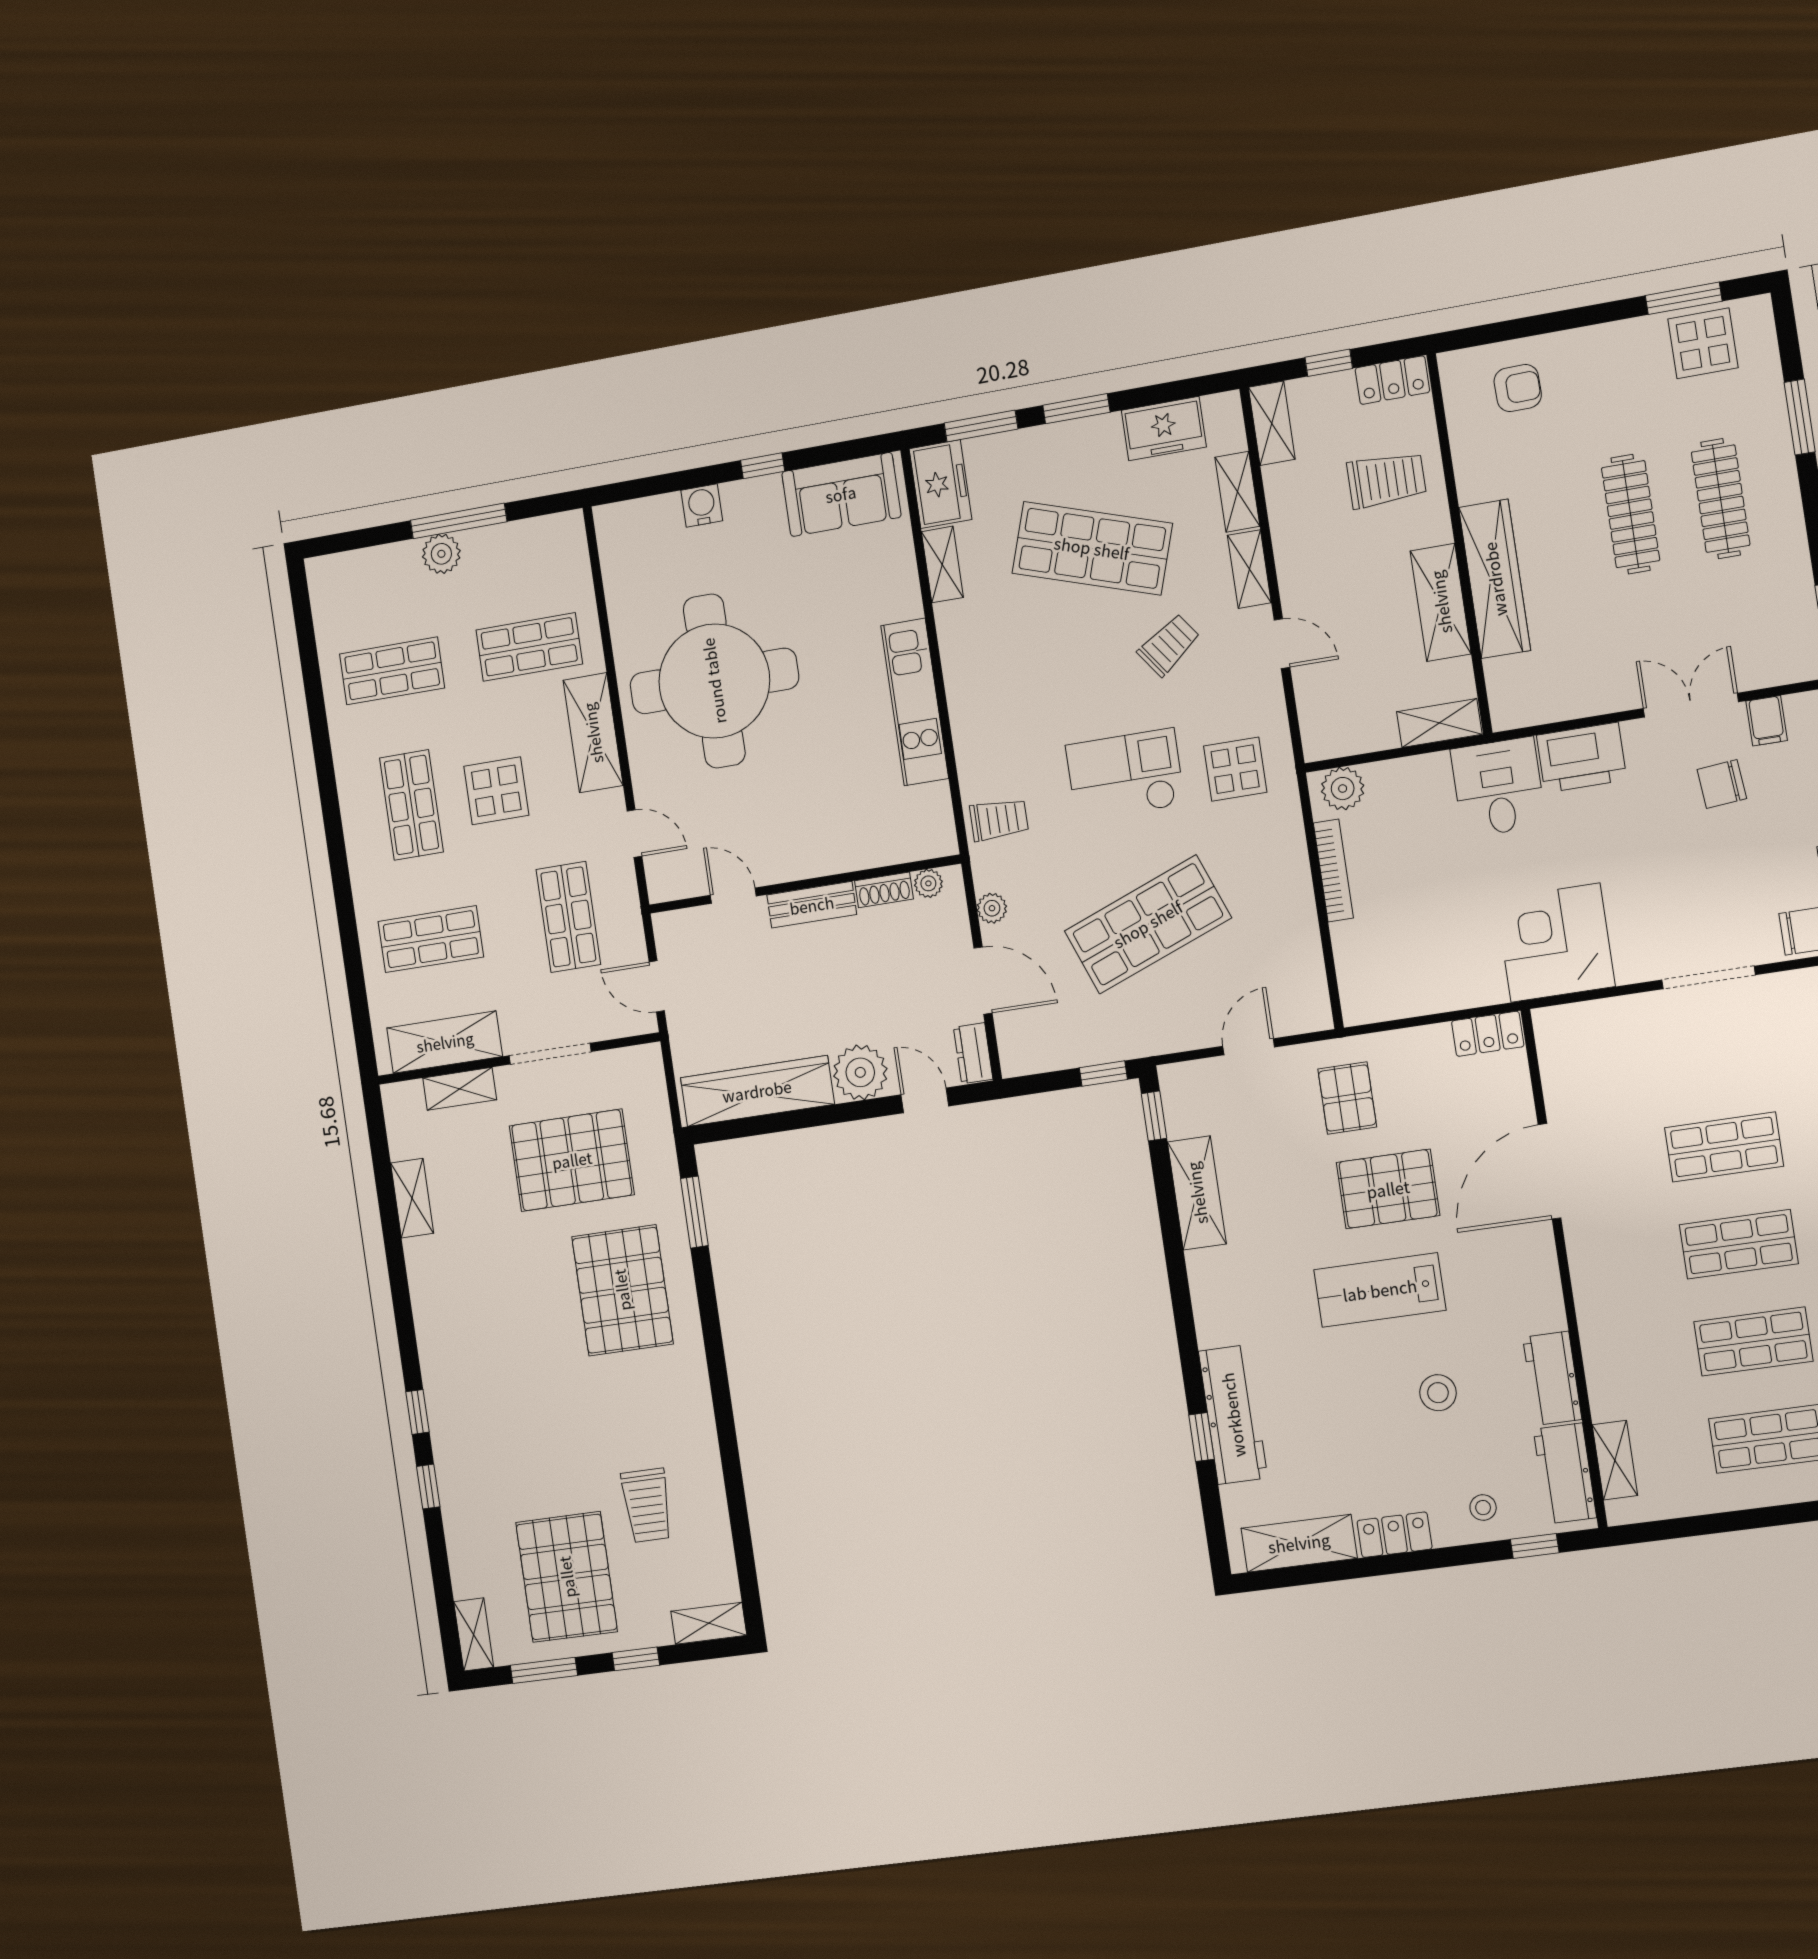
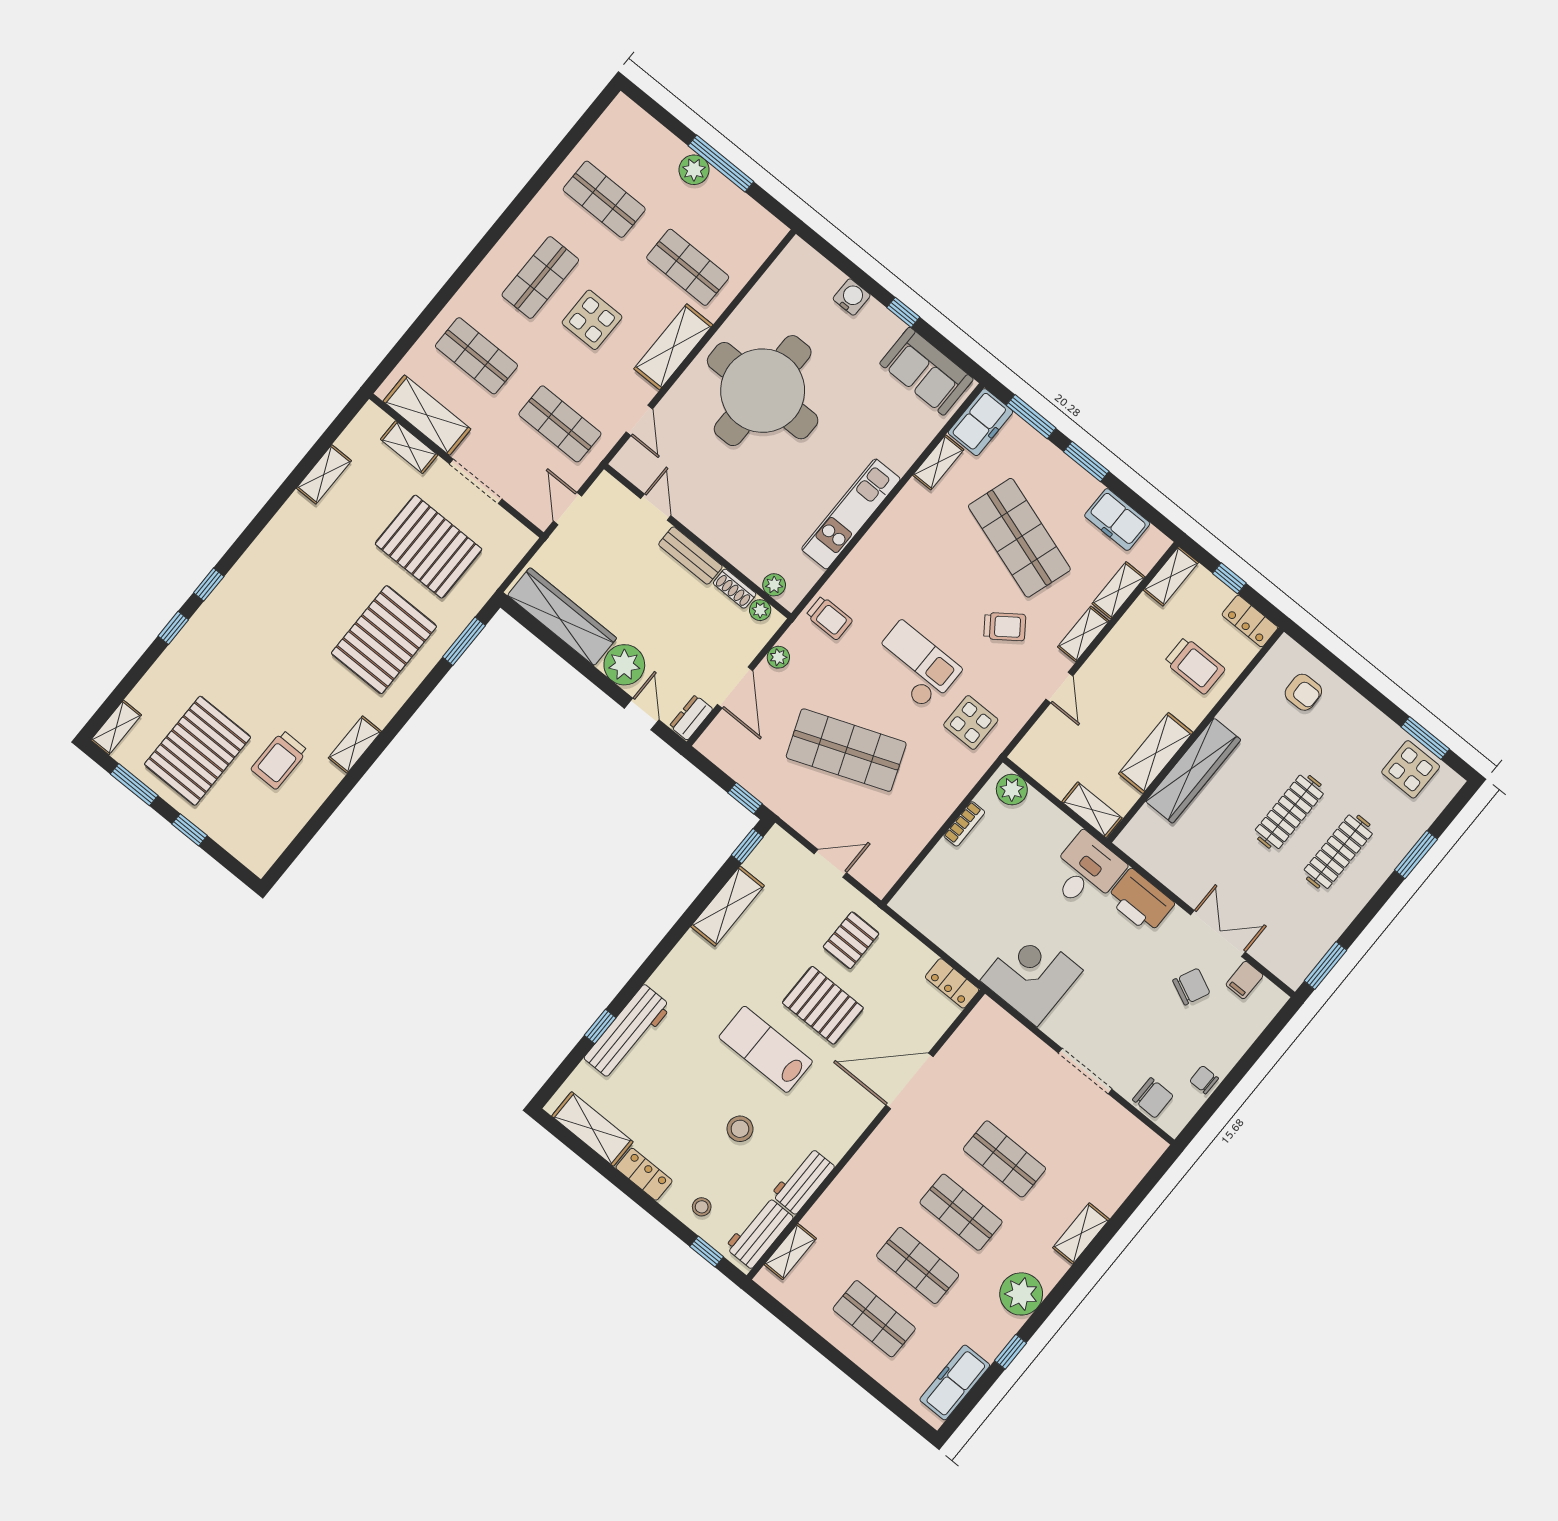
chair: (1722, 784) -> (1191, 987), turned 120
plant: (916, 846) -> (774, 585), added
bookcase: (1333, 870) -> (964, 824), width x0.64
shop shelf: (568, 917) -> (560, 424), turned 90
shelving: (709, 1623) -> (355, 745), moved, turned 90

